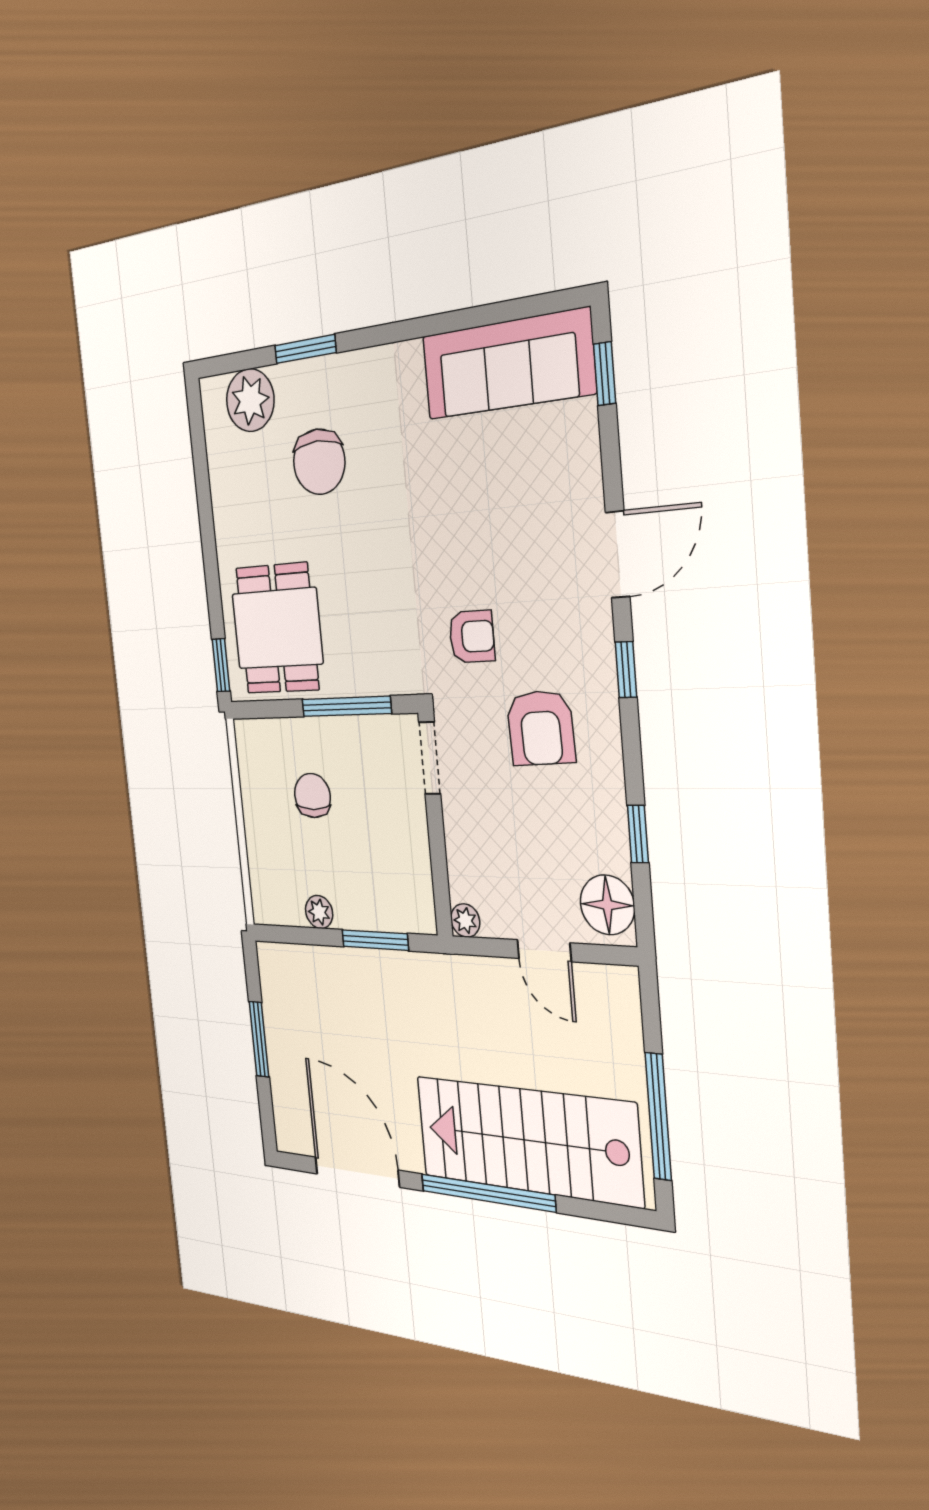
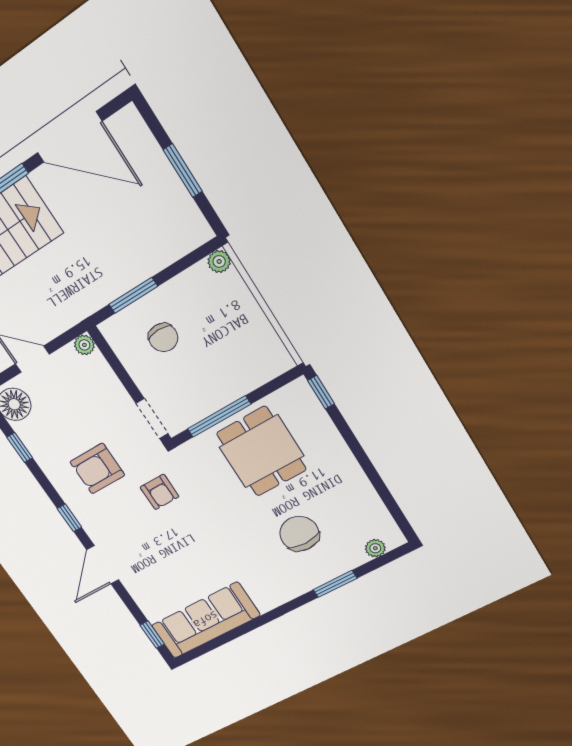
plant: (250, 400) -> (375, 548), width x0.53, depth x0.53
dining table: (277, 629) -> (261, 451), moved
armchair: (472, 637) -> (160, 492), turned -90
armchair: (541, 728) -> (97, 469), turned -88
chair: (312, 796) -> (163, 338), moved
plant: (319, 912) -> (219, 261), moved

